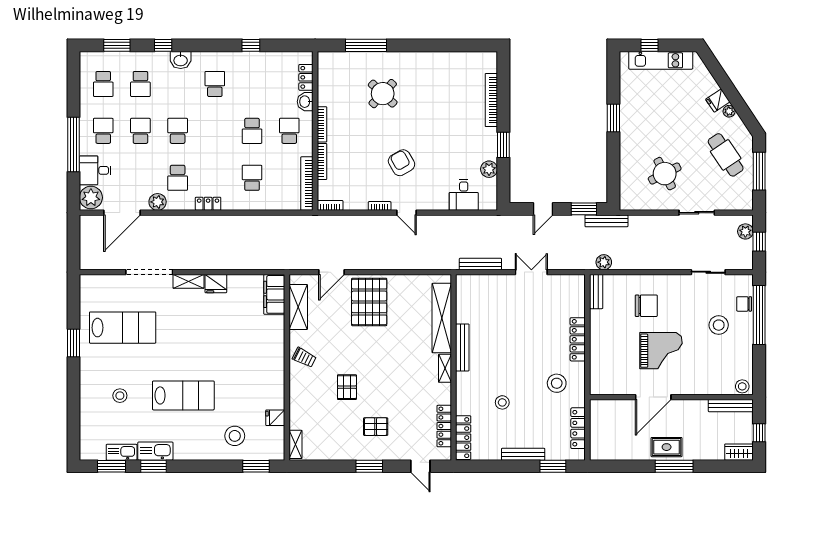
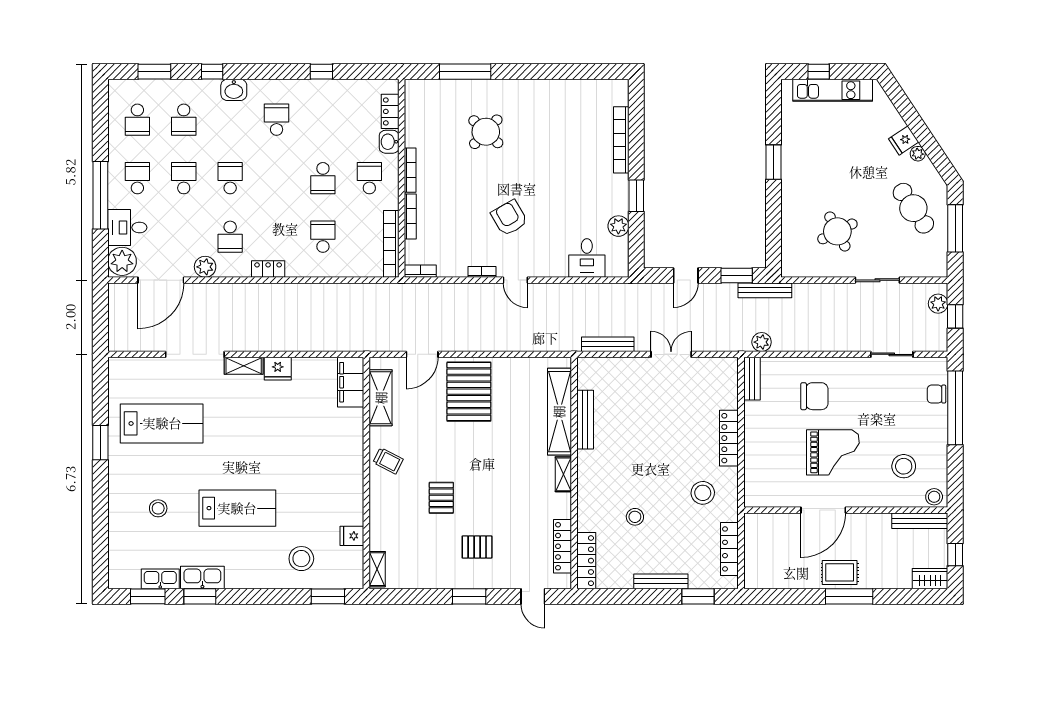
stool: (719, 325) -> (904, 466), moved
bench: (462, 347) -> (585, 420), moved

